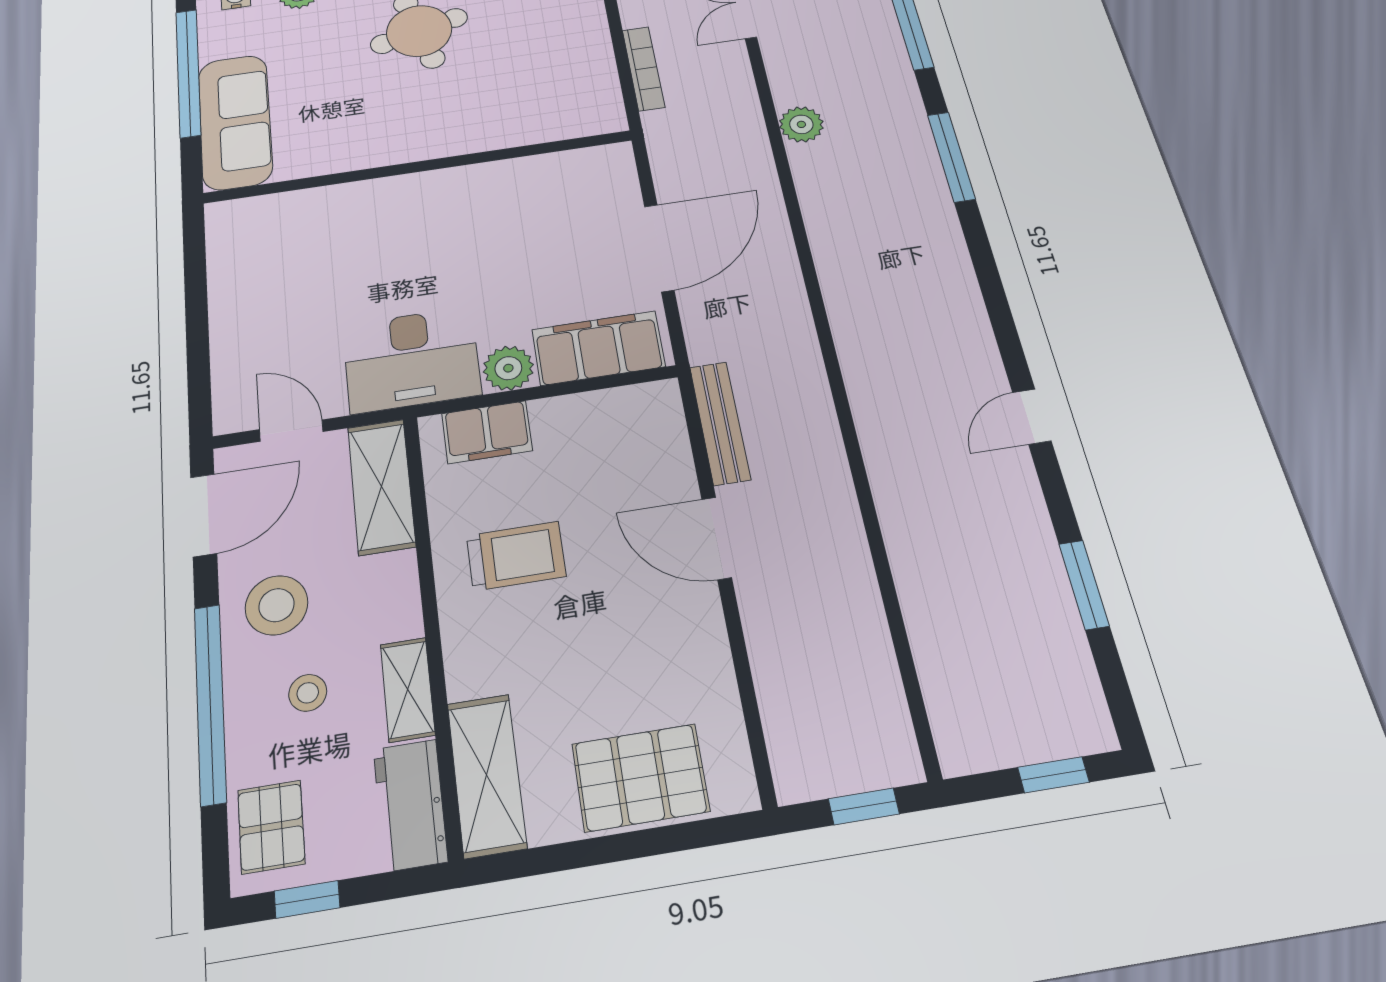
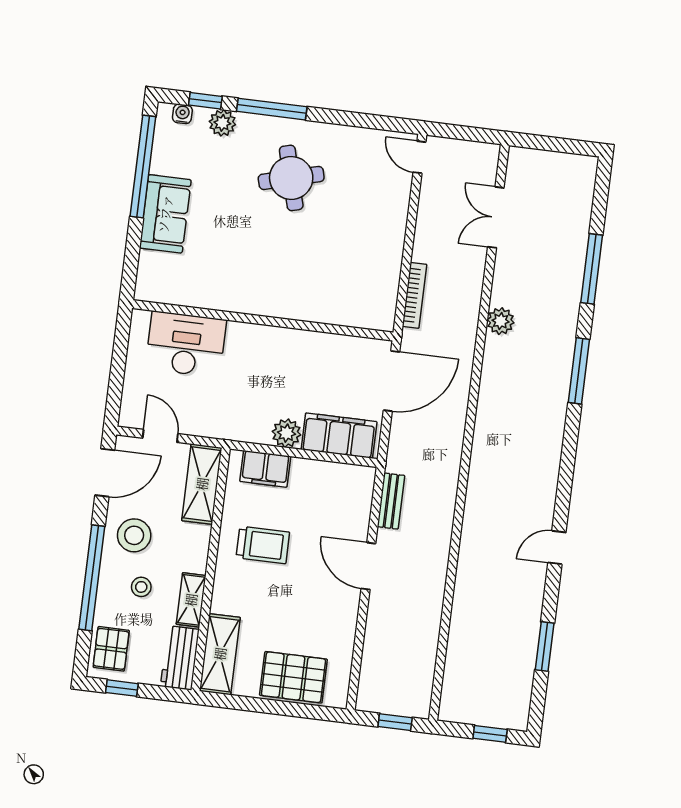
bookcase: (643, 69) -> (415, 295), moved
sofa: (235, 122) -> (165, 214), width x0.73
wall: (418, 167) -> (263, 320), moved
desk: (412, 360) -> (186, 344), moved, turned 180
bench: (720, 423) -> (391, 501), width x0.73

